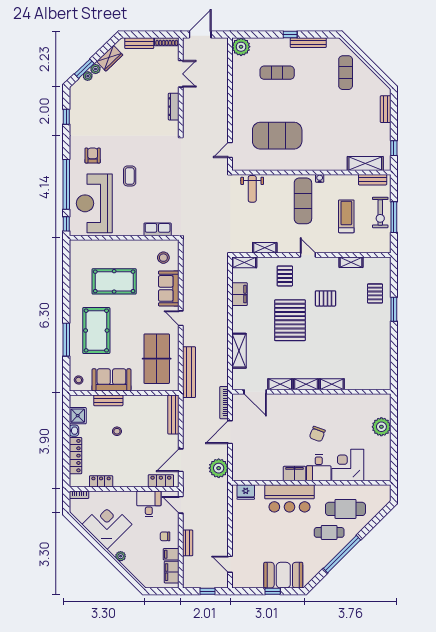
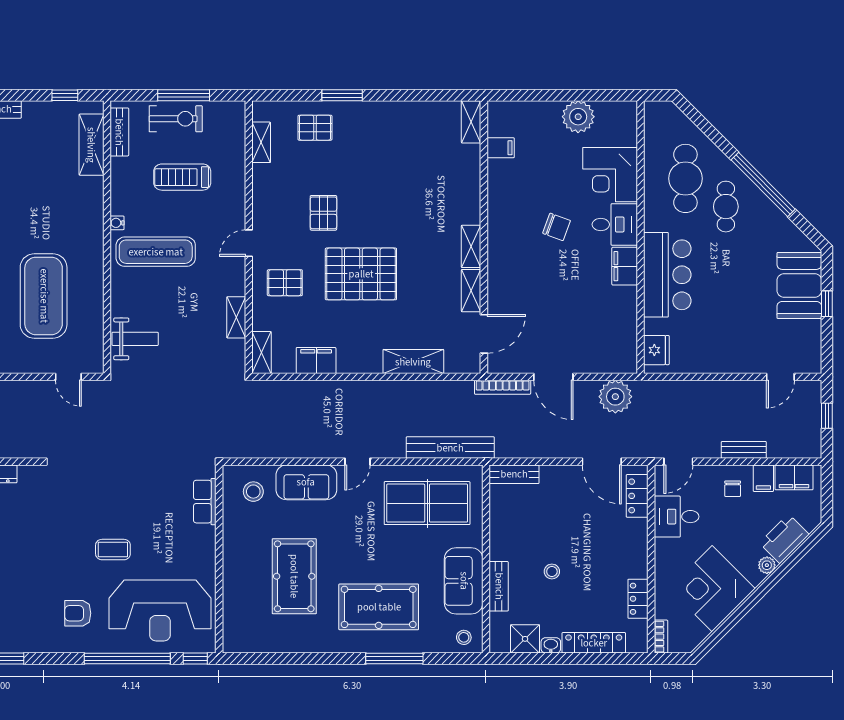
shelving: (351, 262) -> (261, 142), moved
shelving: (332, 384) -> (471, 122), moved
filing cabinet: (363, 401) -> (501, 148), added
bench: (173, 414) -> (514, 474), width x0.73
plant: (381, 427) -> (578, 117), moved
printer: (136, 566) -> (784, 539), added

